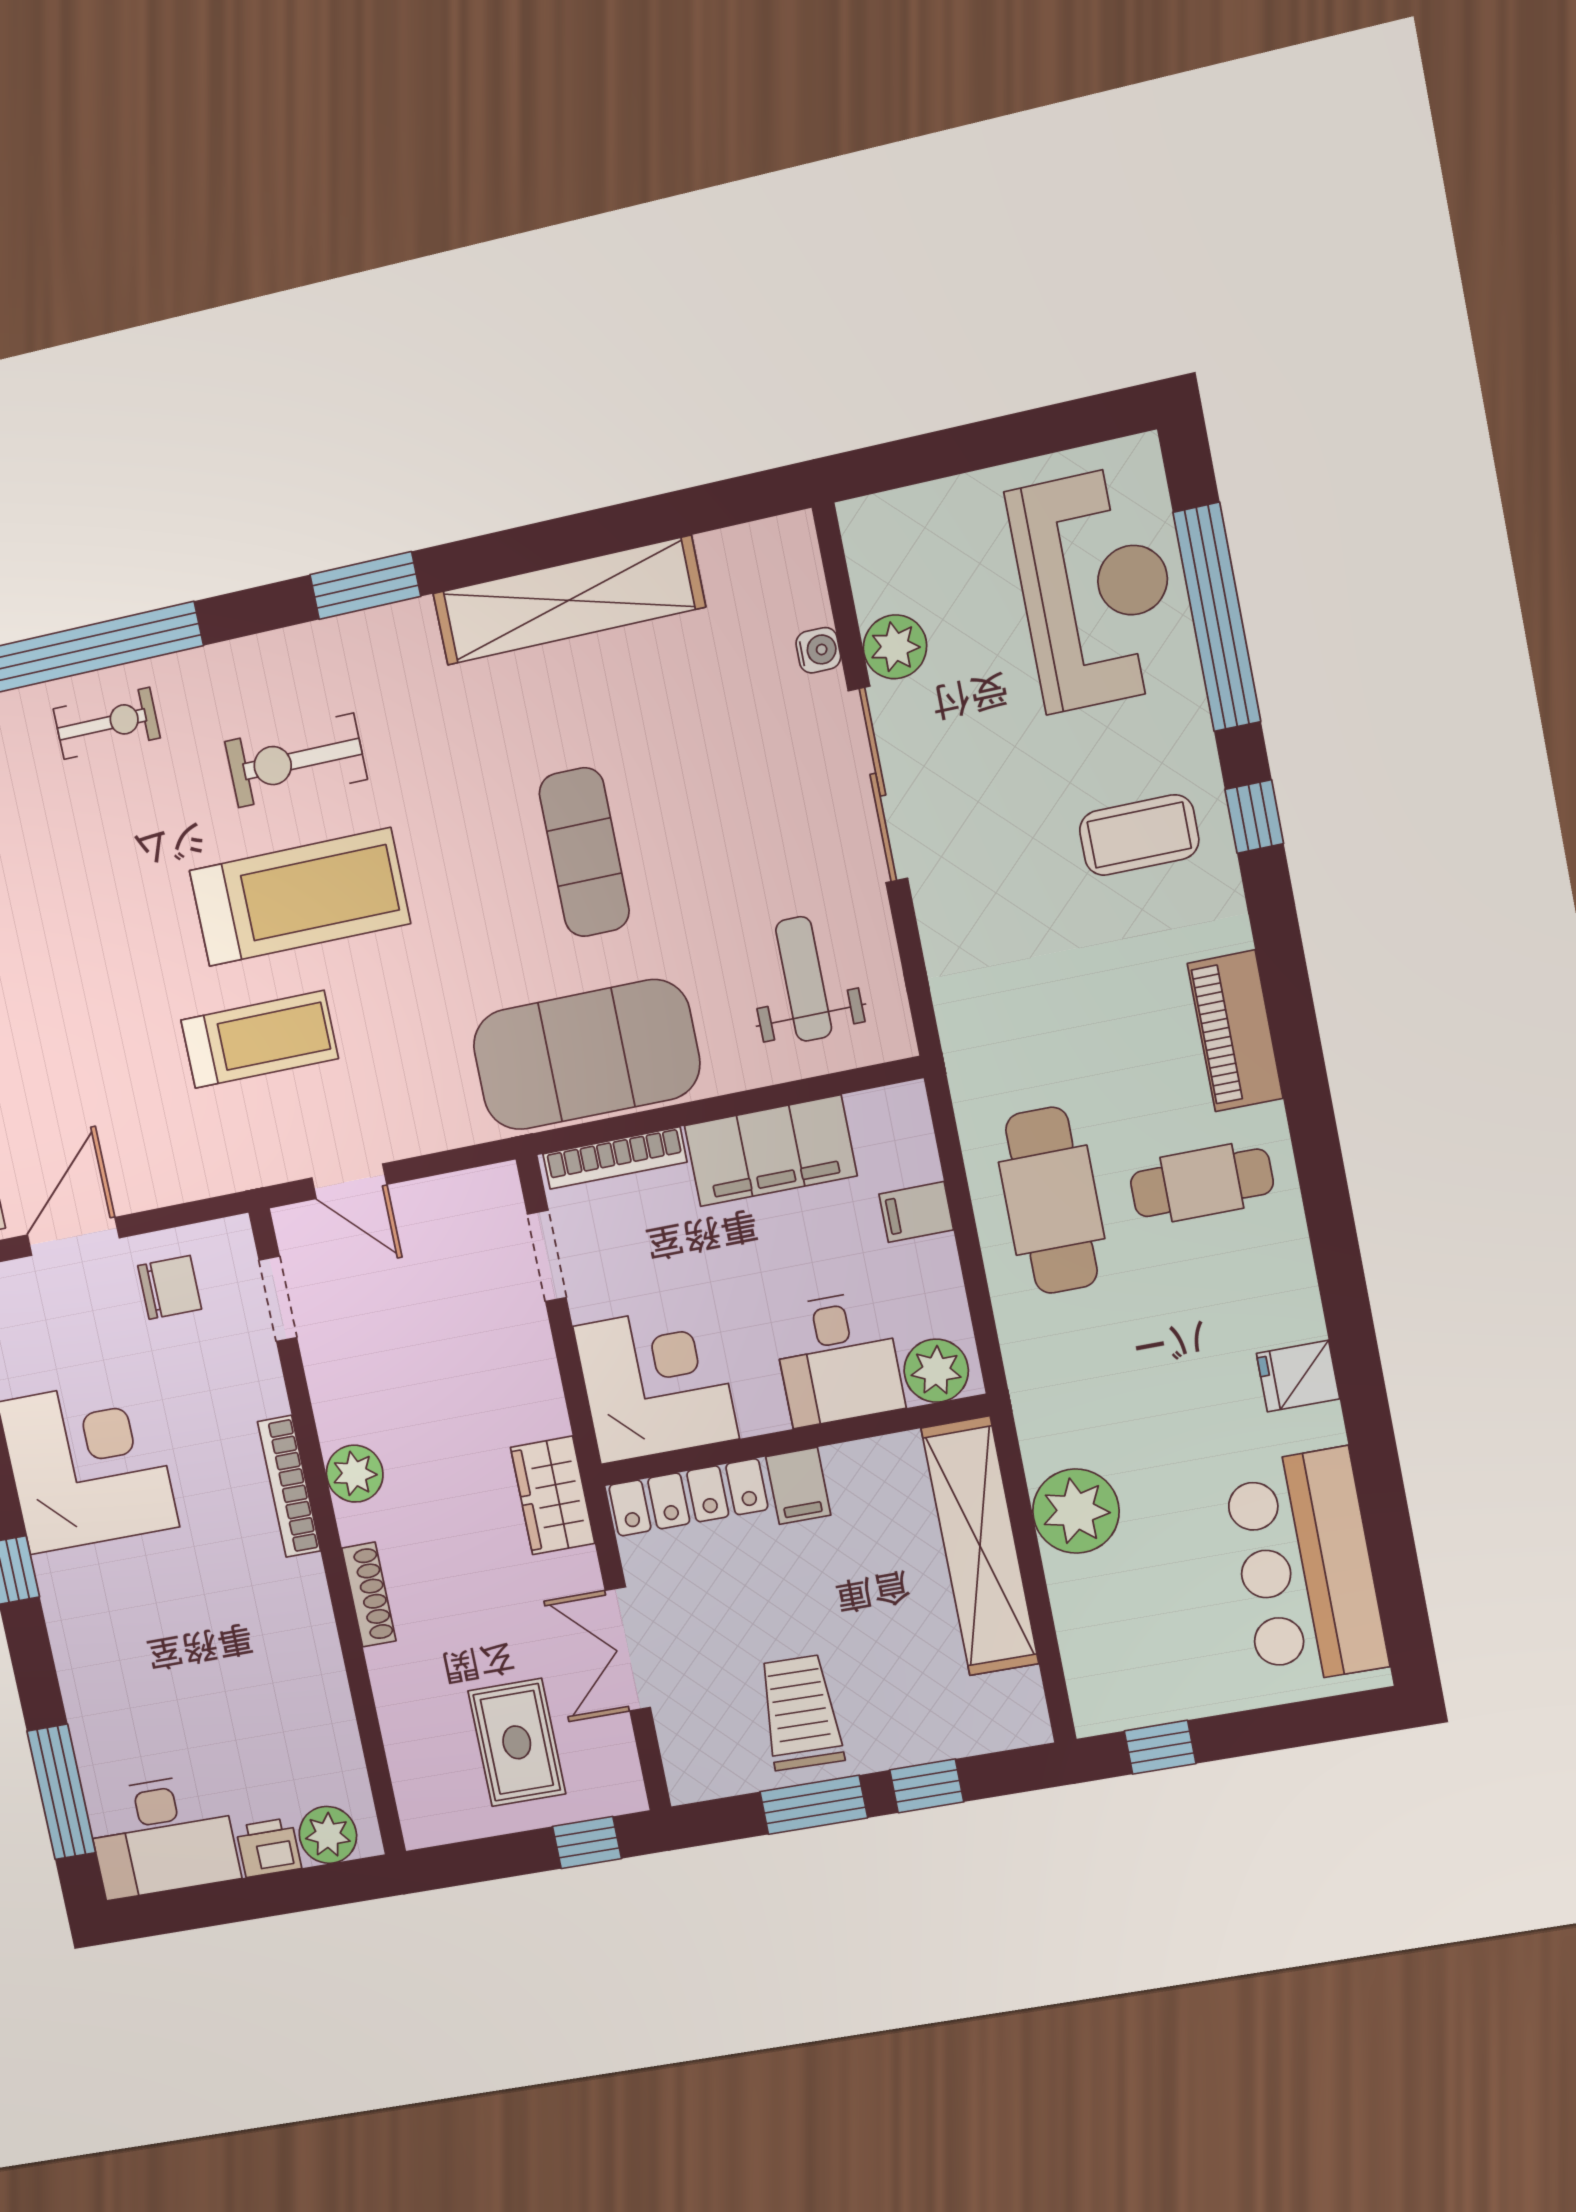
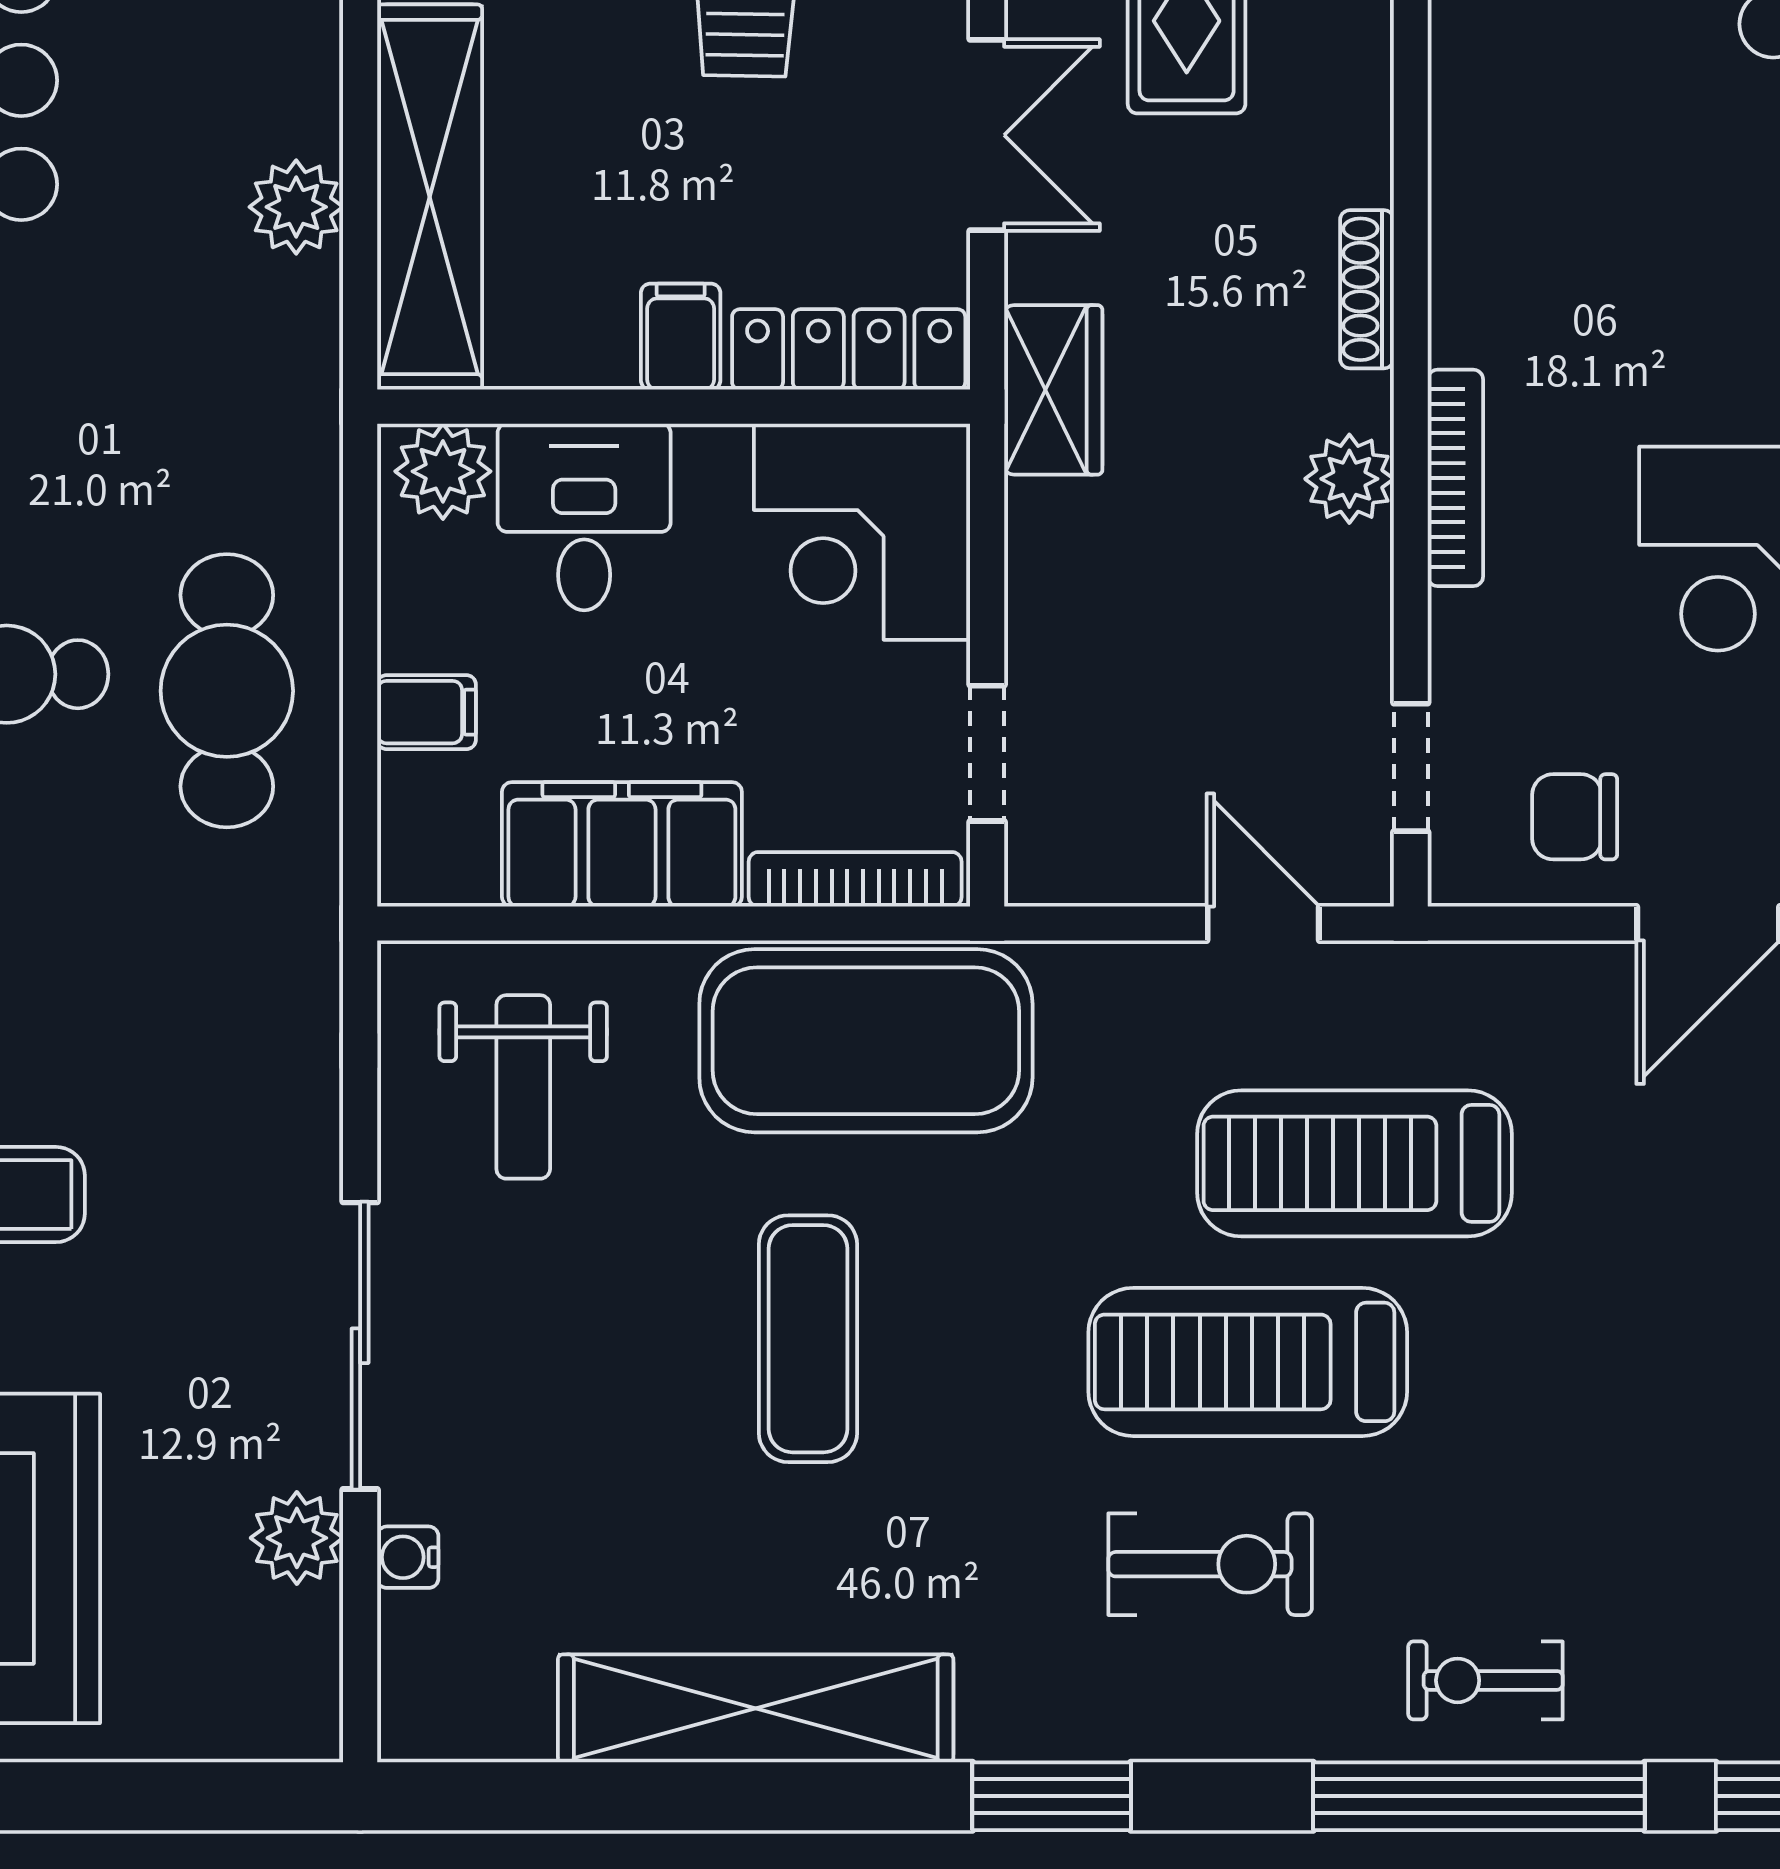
treadmill: (259, 1039) -> (1355, 1163), width x1.37, depth x1.38
plant: (1076, 1511) -> (296, 207), width x0.73, depth x0.73

